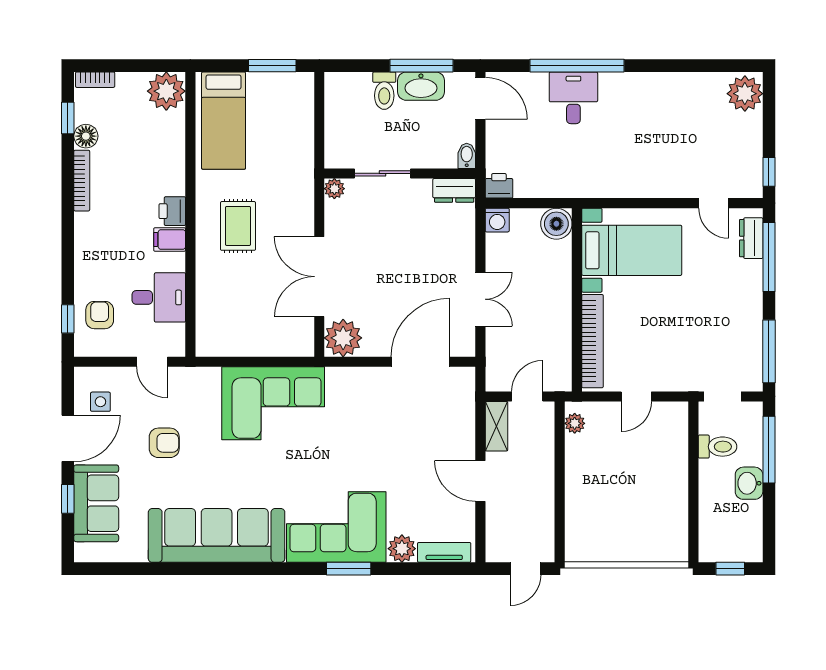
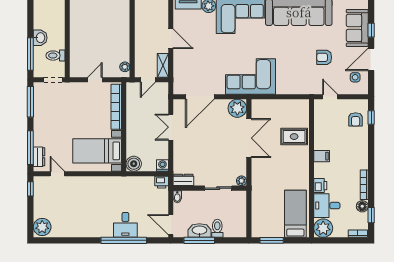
printer: (172, 211) -> (320, 186), moved
rug: (238, 226) -> (294, 137), moved, turned 90
desk: (159, 297) -> (327, 206), moved
corner sofa: (273, 403) -> (250, 77), moved

